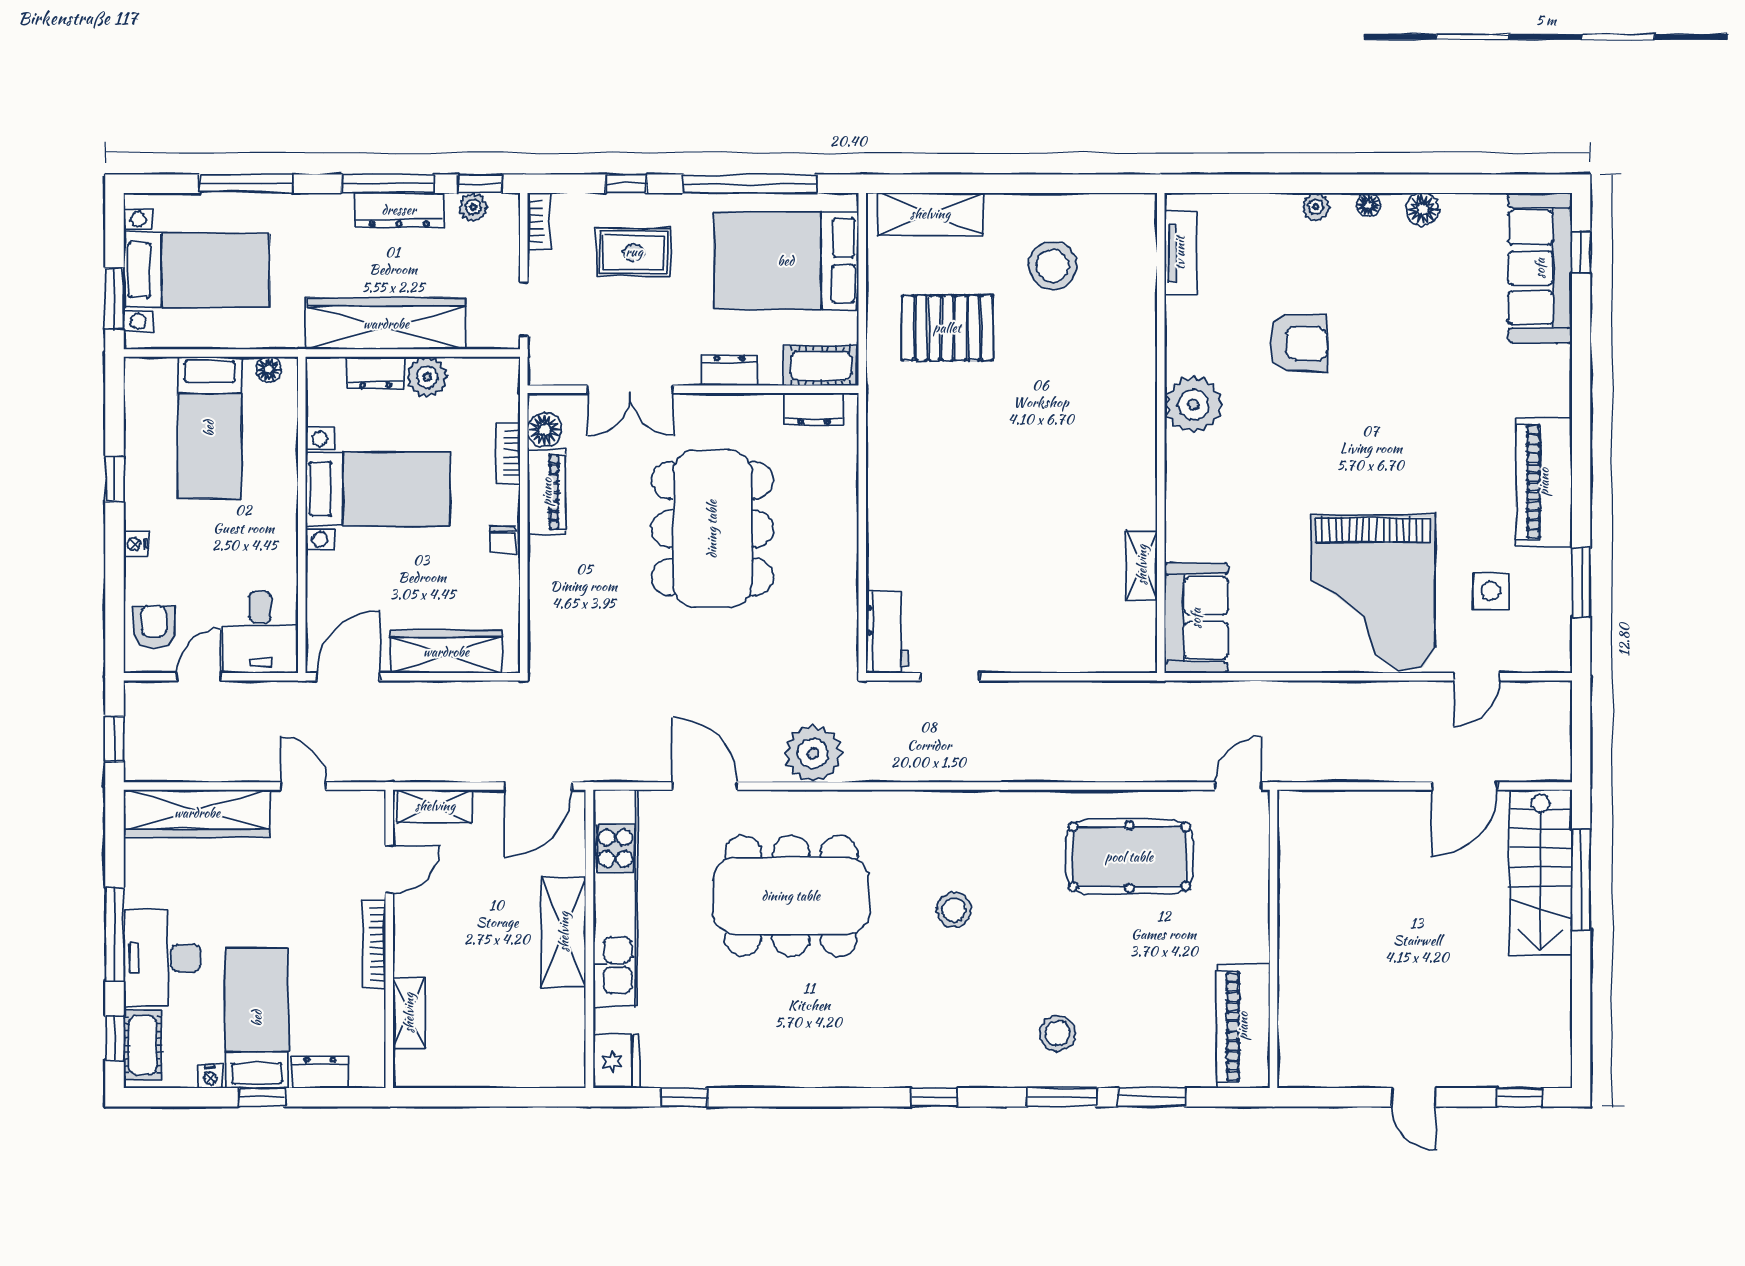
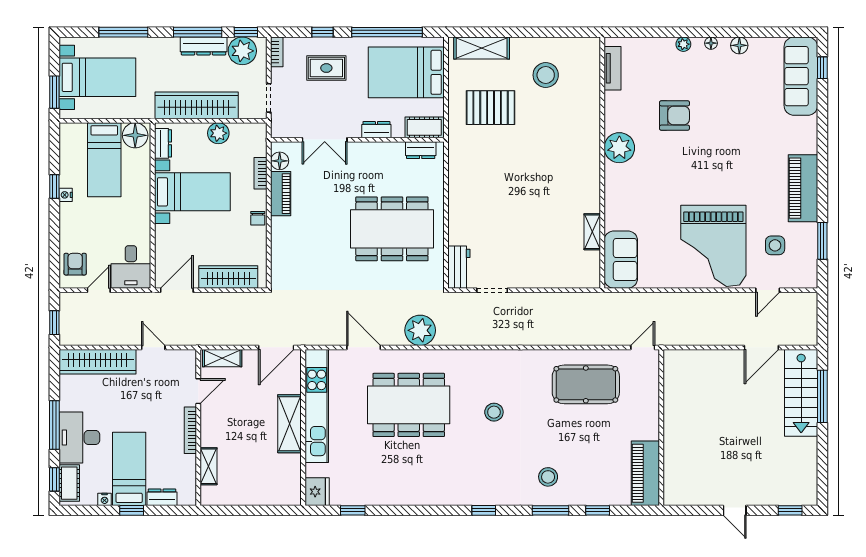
plant: (473, 207) -> (242, 51), width x1.88, depth x1.88
floor lamp: (269, 369) -> (135, 135), width x1.89, depth x1.89
dresser: (375, 373) -> (163, 143), moved, turned -90
dining table: (712, 529) -> (392, 229), moved, turned 90
nightstand: (136, 544) -> (66, 195), moved
window: (1152, 1097) -> (598, 510), width x0.67

